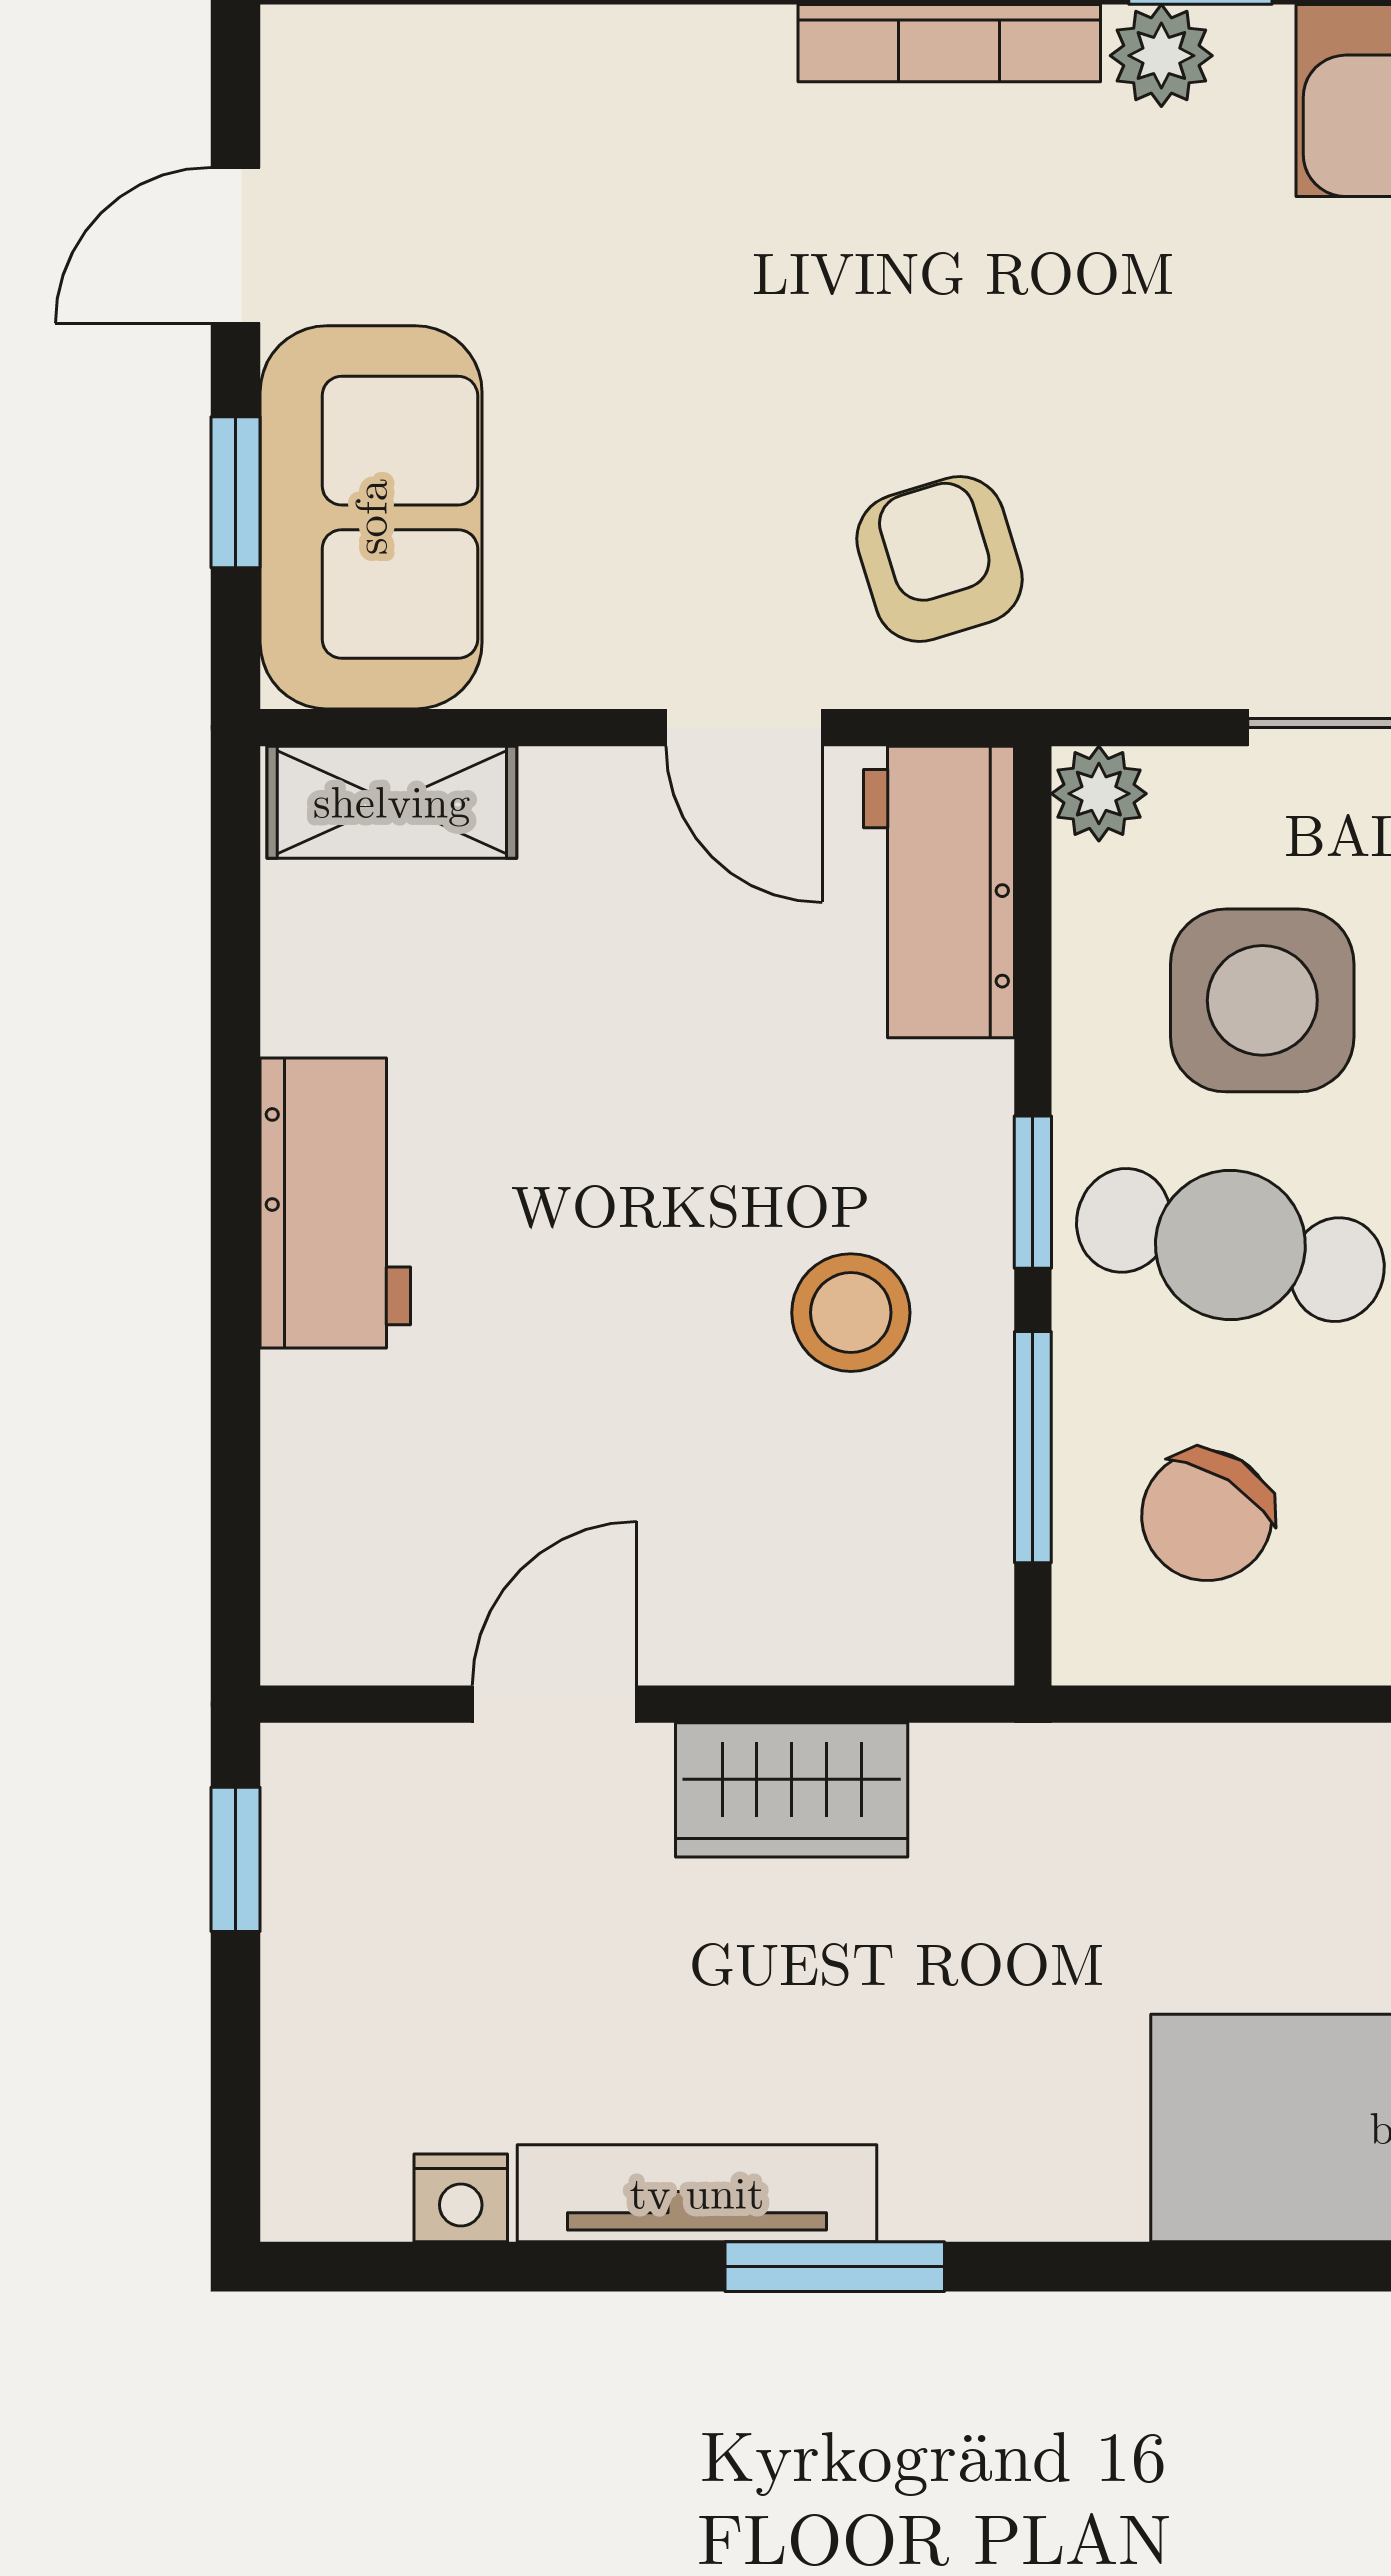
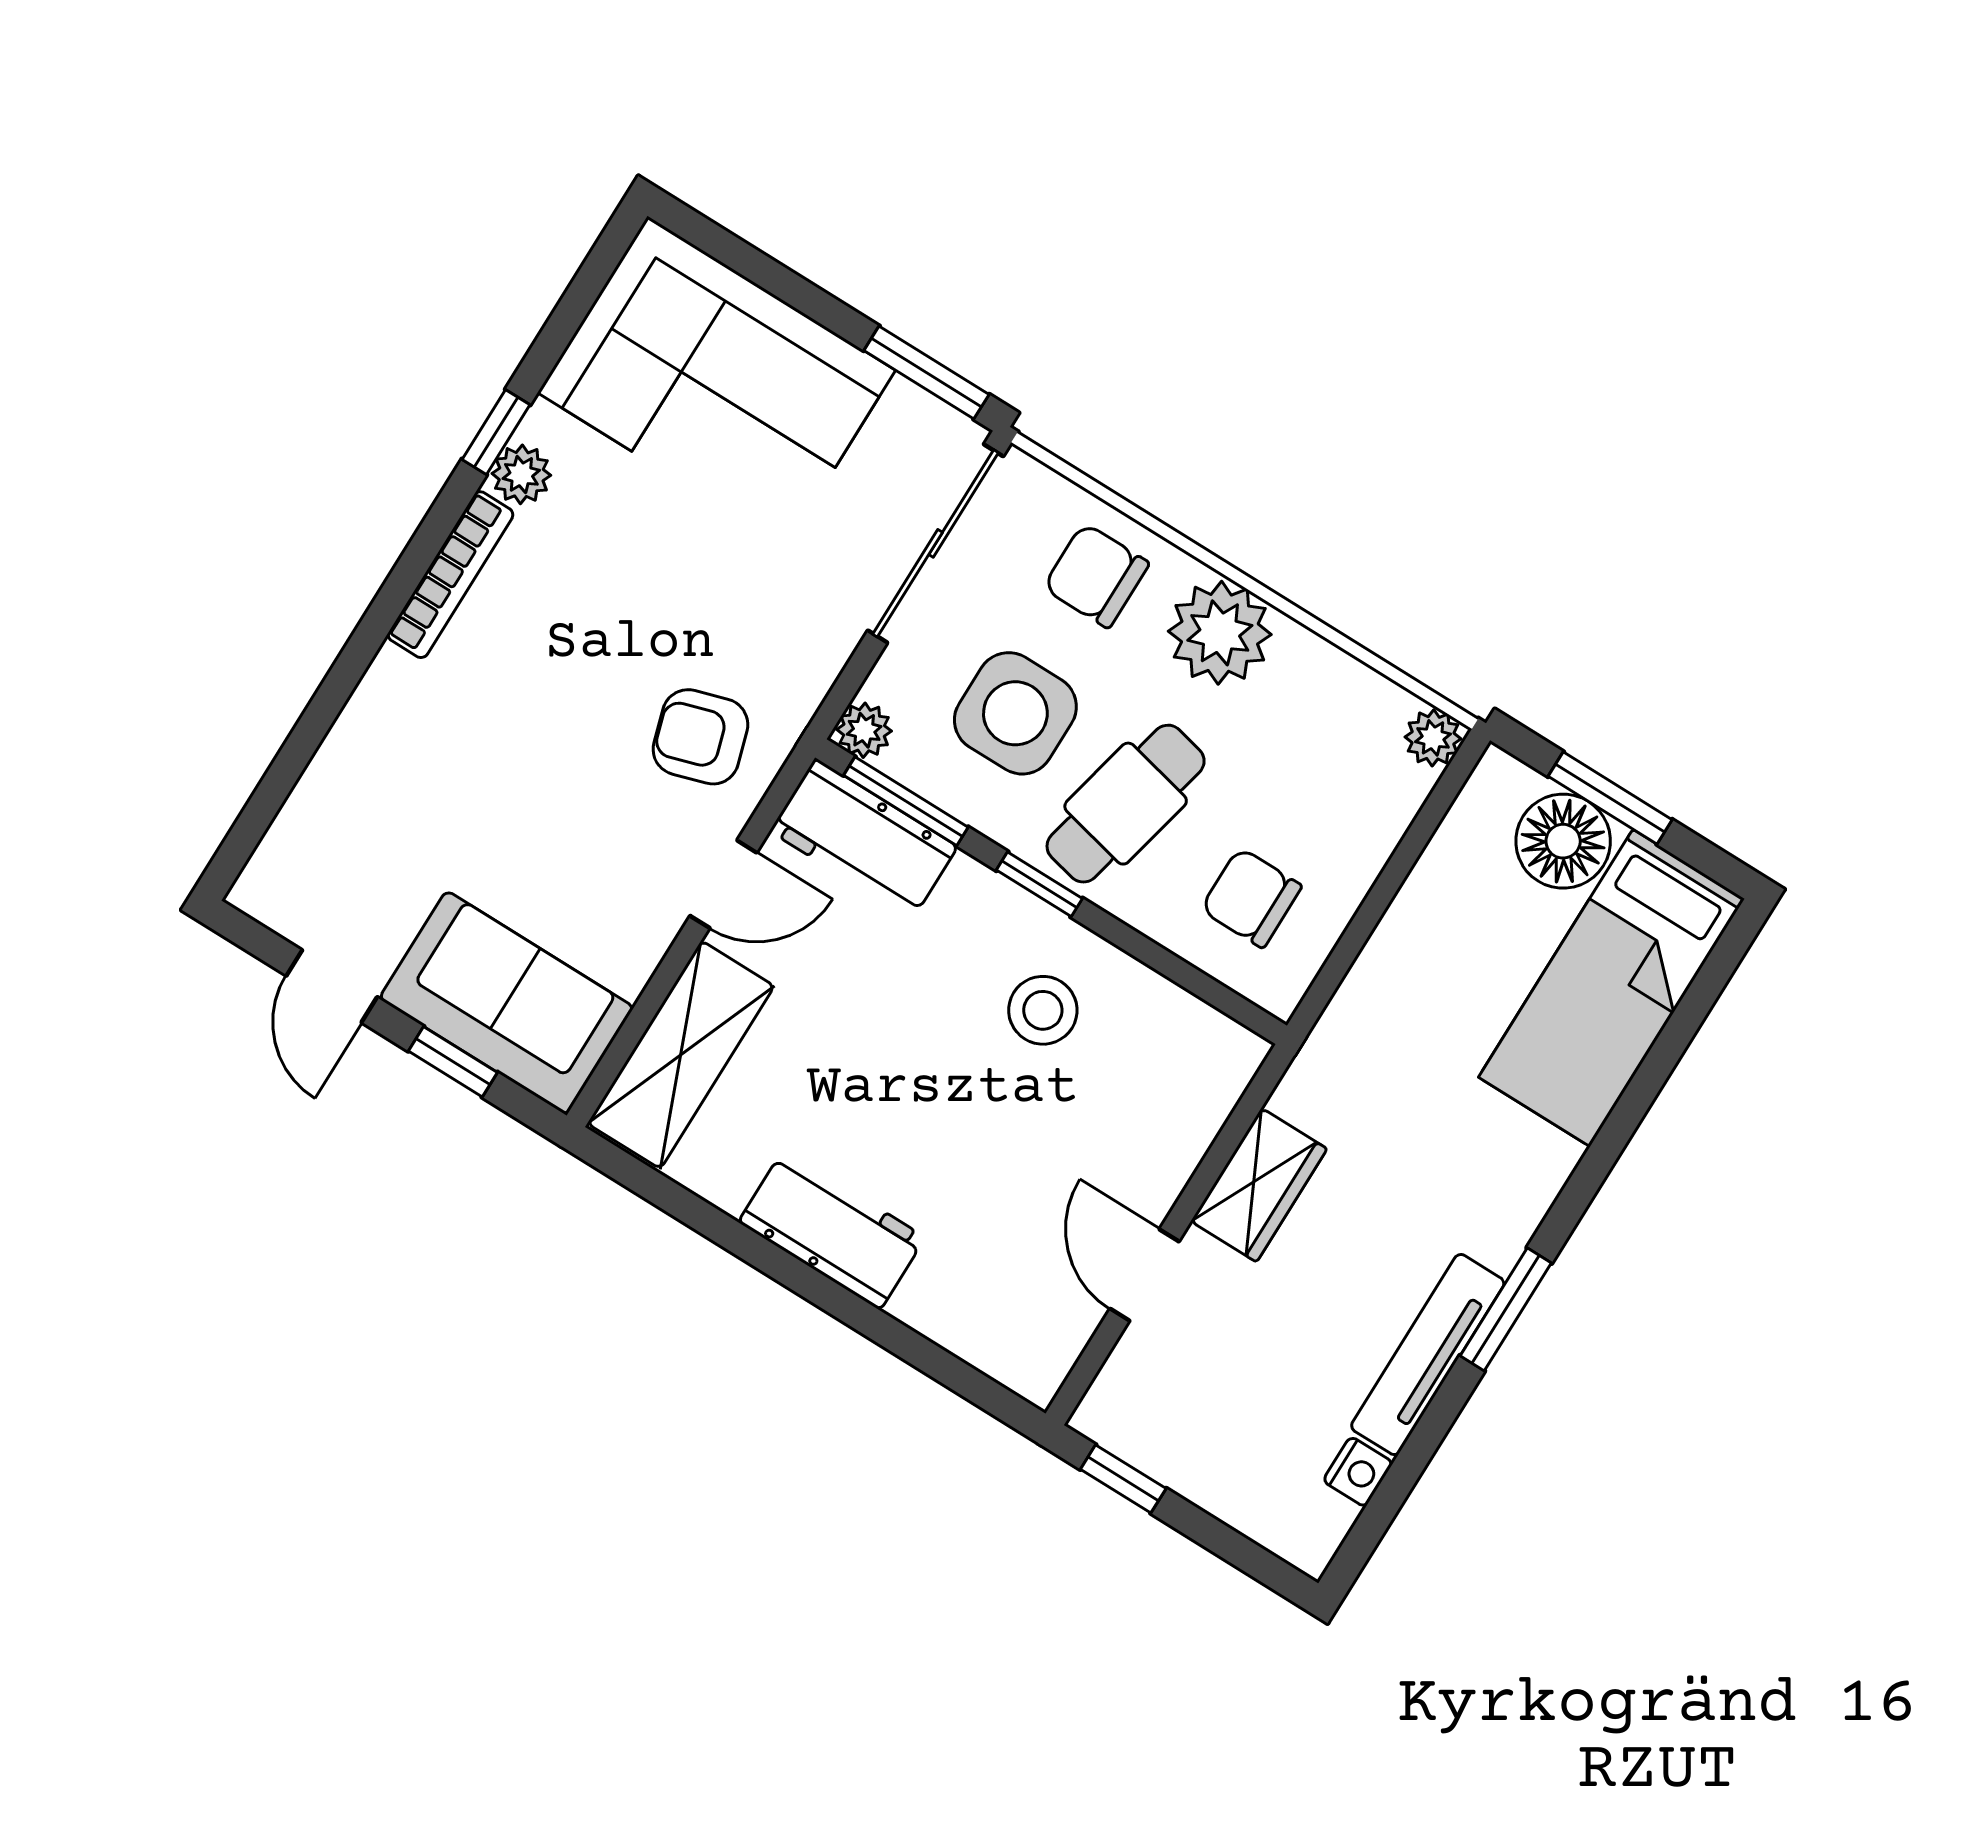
shelving: (392, 802) -> (681, 1055), width x1.50, depth x1.33
window: (1033, 1447) -> (906, 801), moved
chair: (1207, 1516) -> (1251, 898), turned 148

